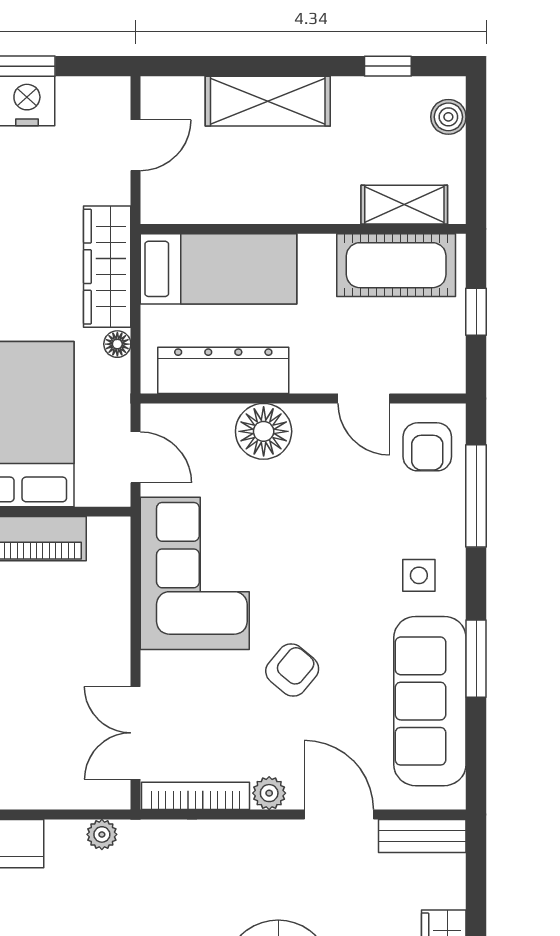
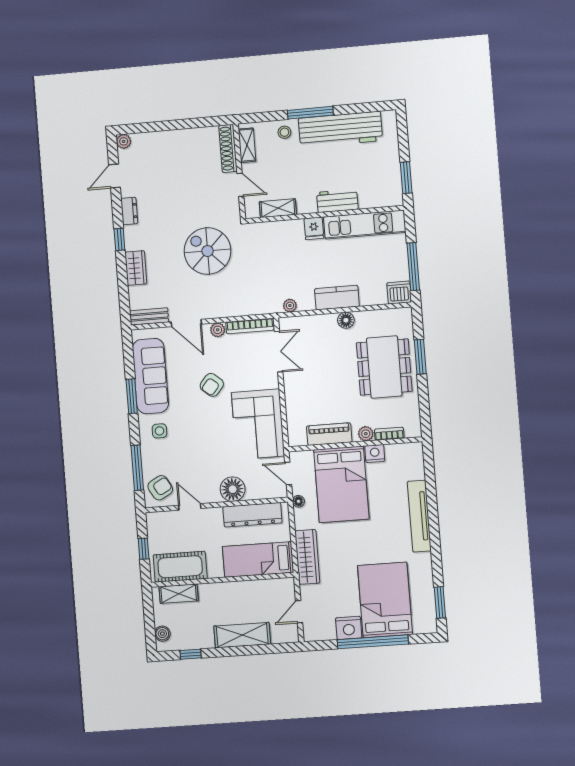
floor lamp: (117, 344) -> (298, 501), moved
armchair: (427, 447) -> (160, 488), turned 61

